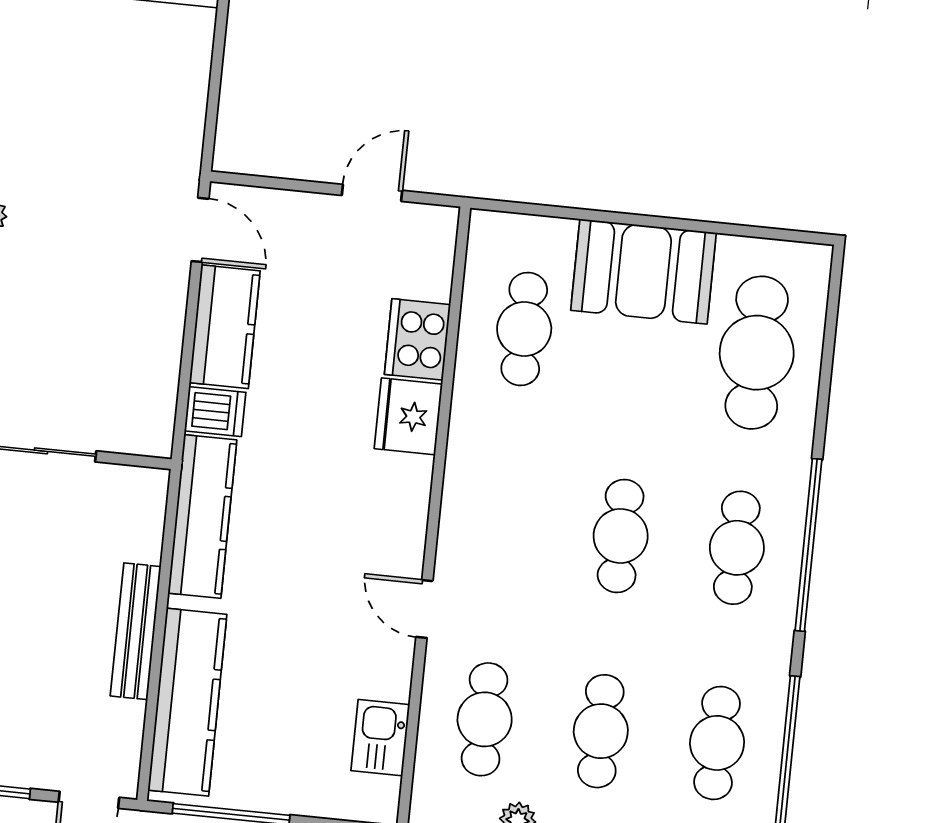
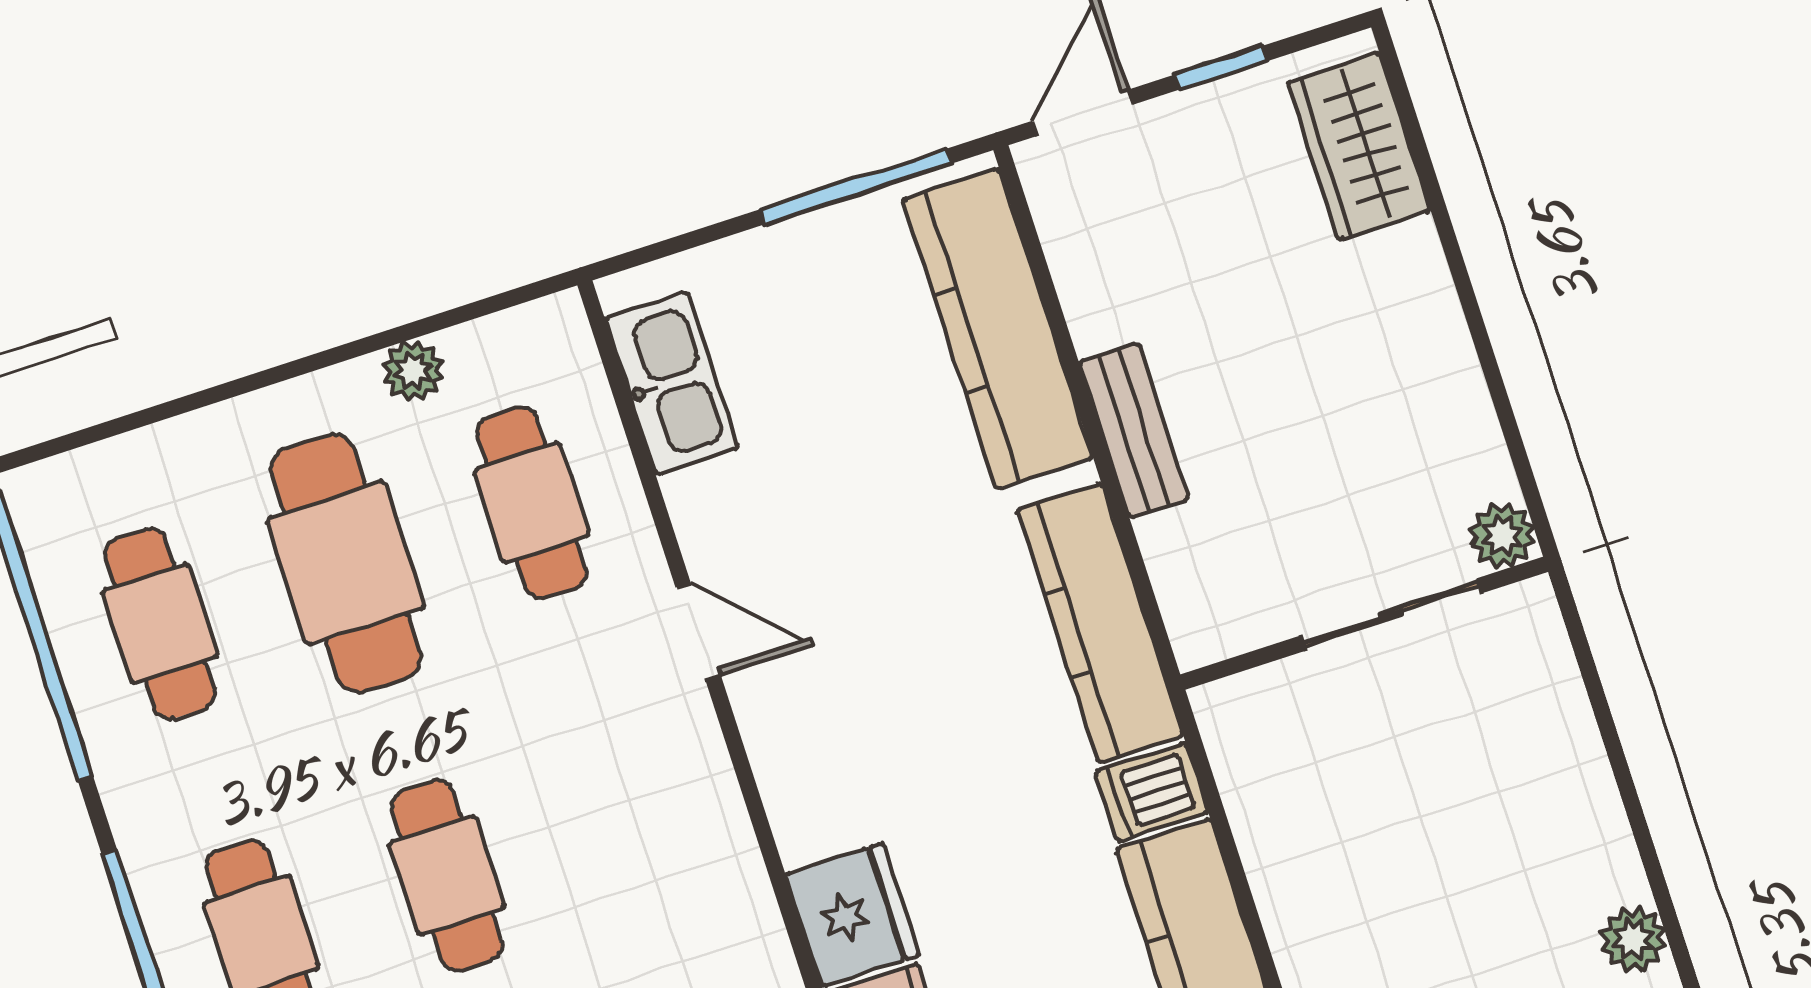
bench: (136, 631) -> (1134, 431), width x0.73
cafe table: (601, 731) -> (346, 563), width x1.37, depth x1.35
kitchen sink: (380, 738) -> (672, 383), width x1.38

